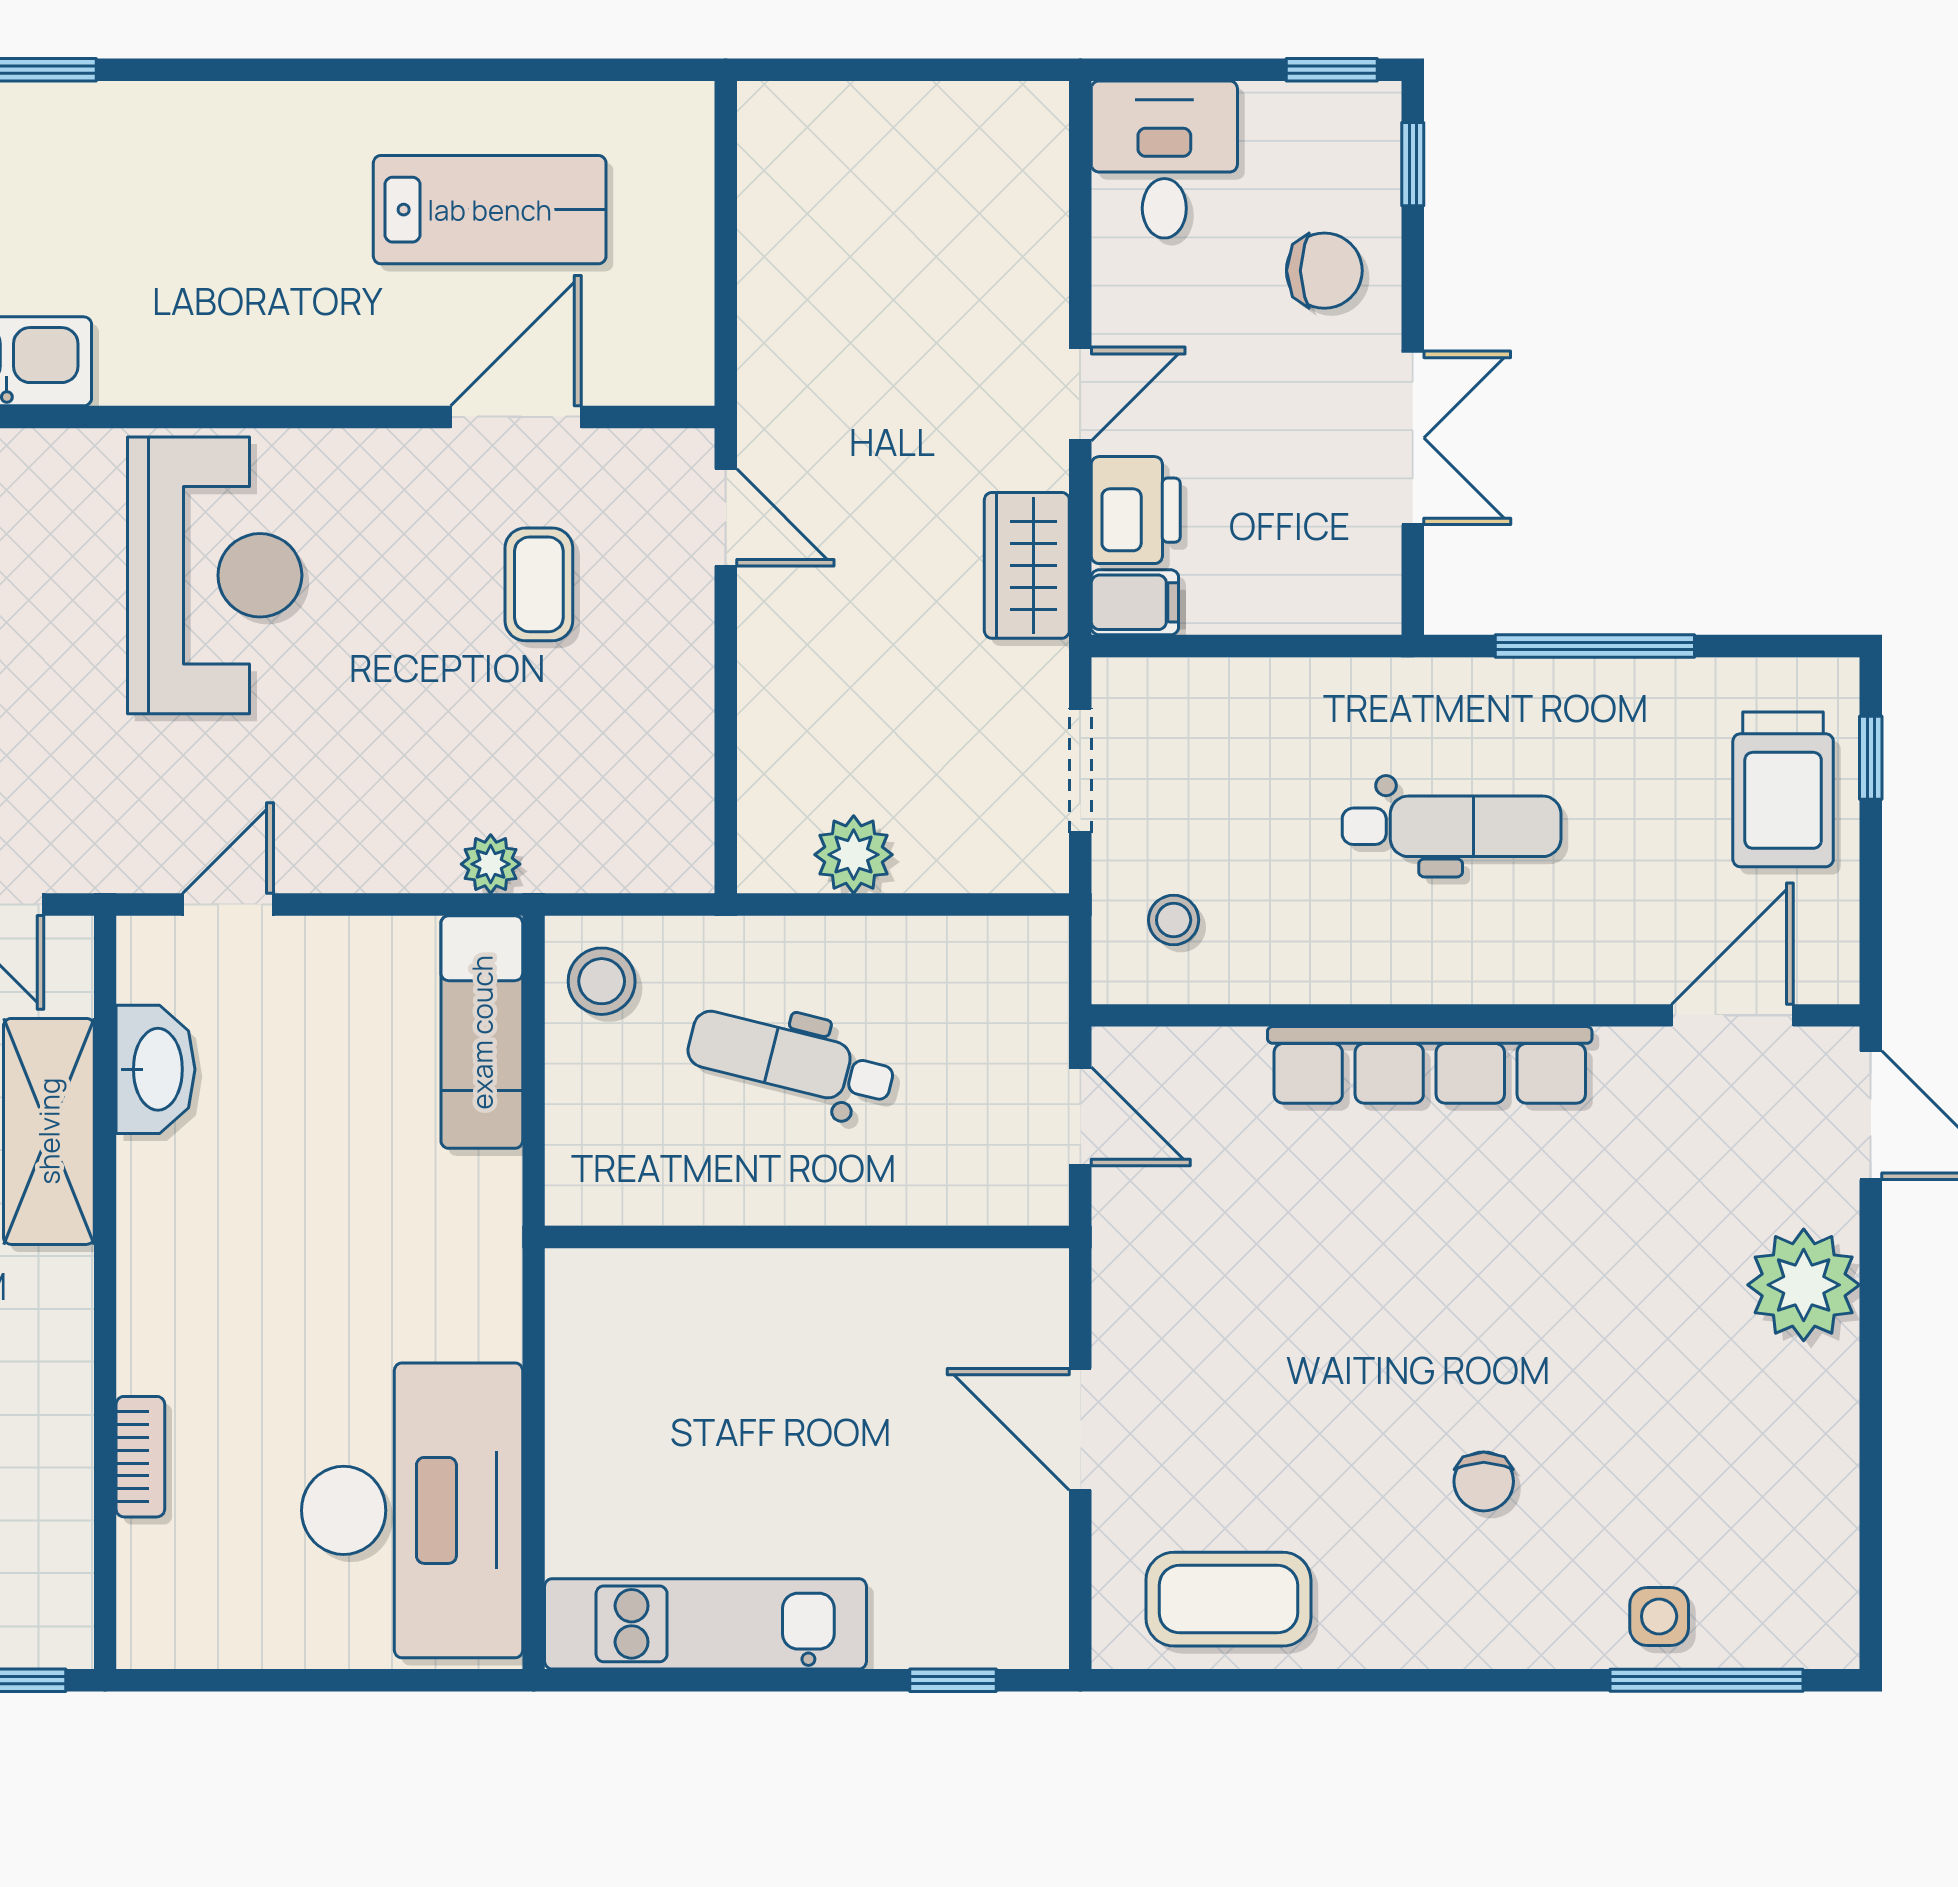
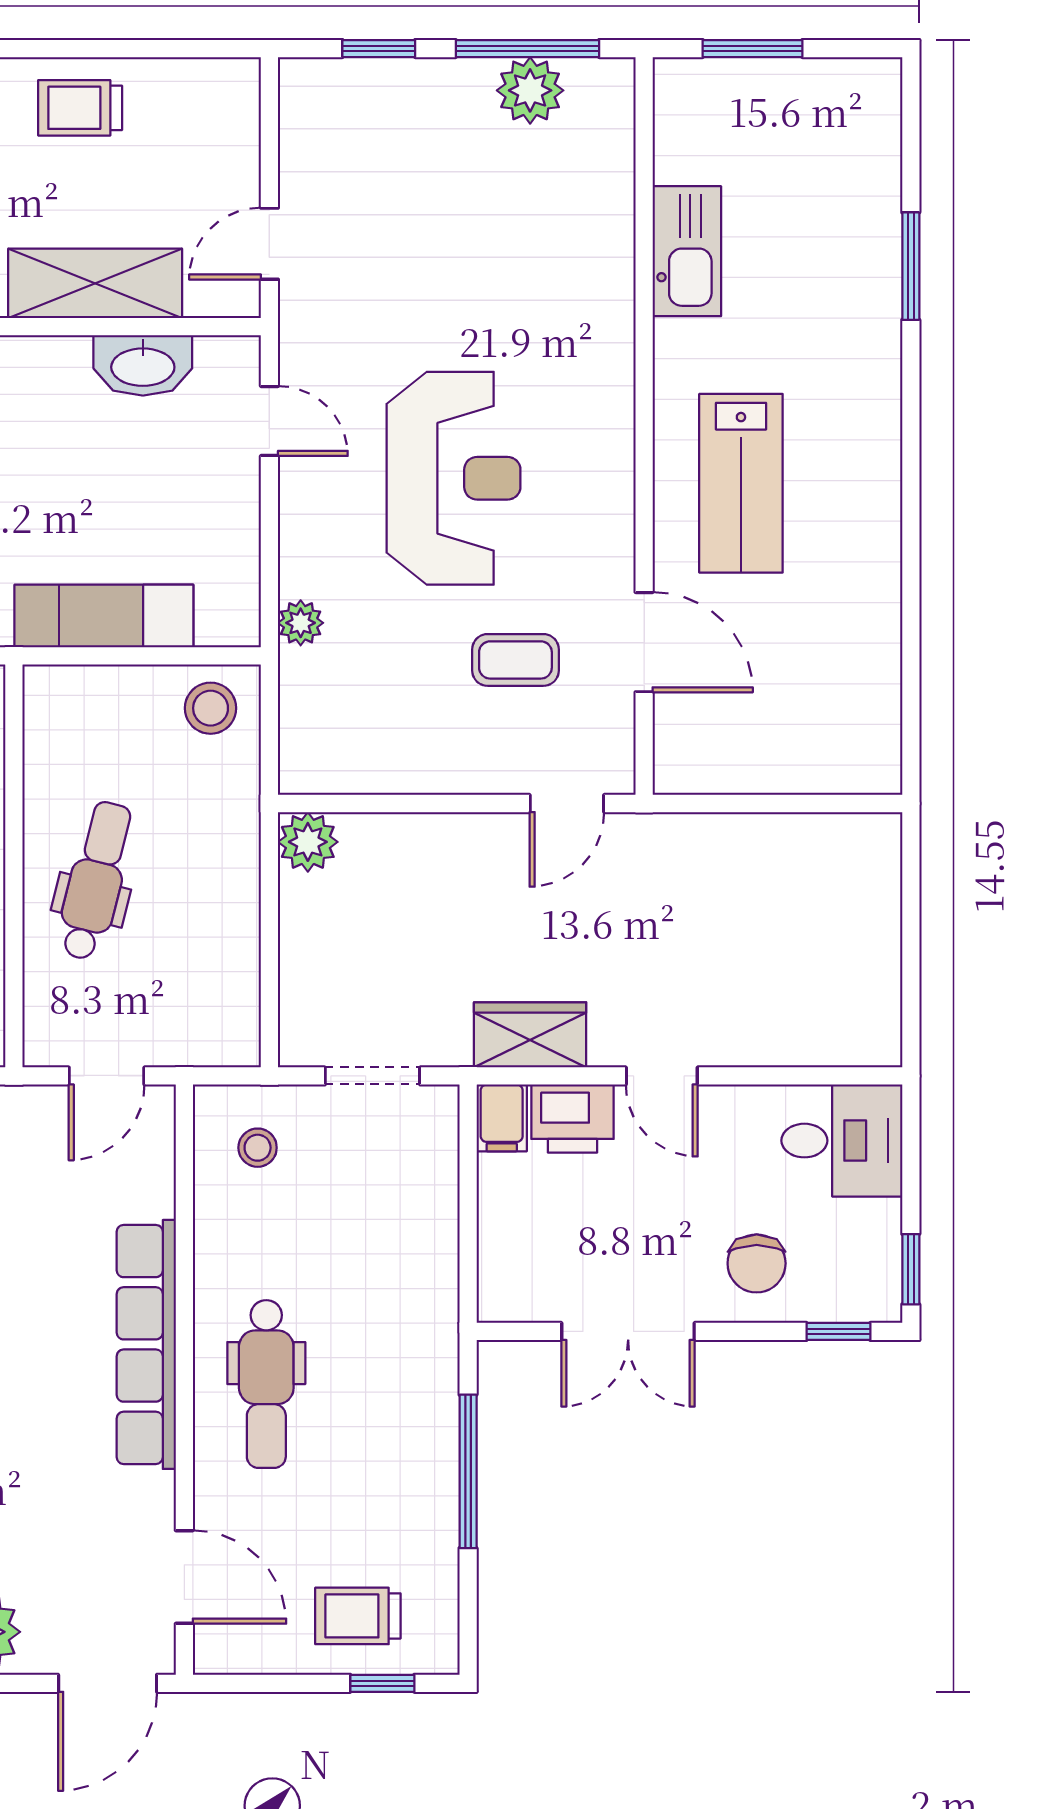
lab bench: (490, 210) -> (741, 483), moved
reception desk: (215, 575) -> (453, 478), moved, turned -90
trolley: (1783, 789) -> (358, 1616), width x0.73, depth x0.72
dental chair: (1452, 826) -> (266, 1384), moved
plant: (854, 855) -> (308, 842), moved
exam couch: (482, 1032) -> (104, 616), moved
dental chair: (791, 1060) -> (96, 881), moved

